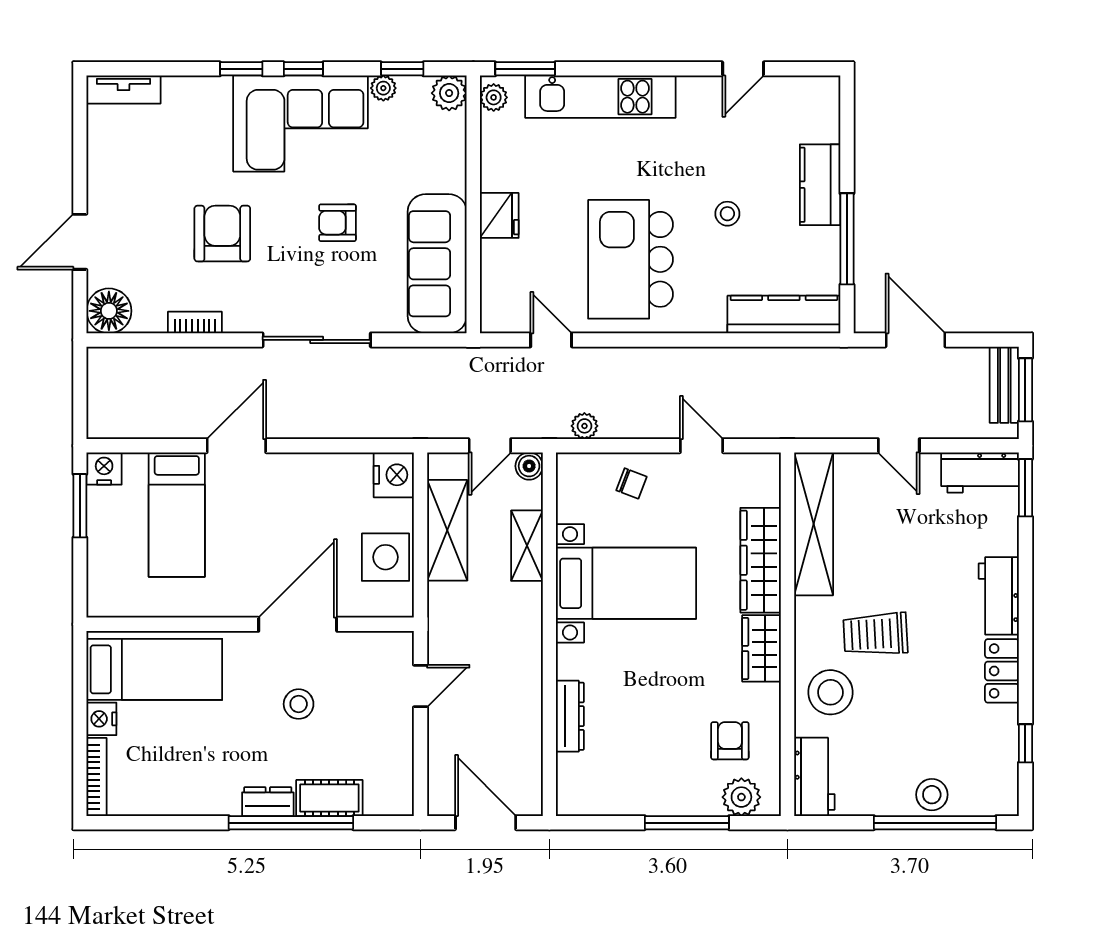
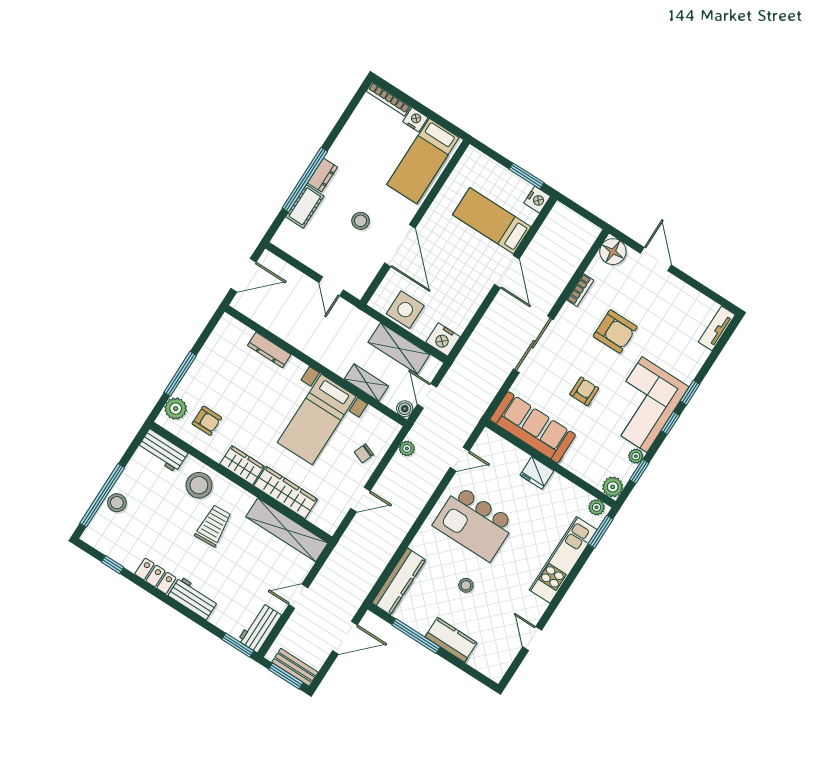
kitchen island: (631, 259) -> (474, 523), turned 180

